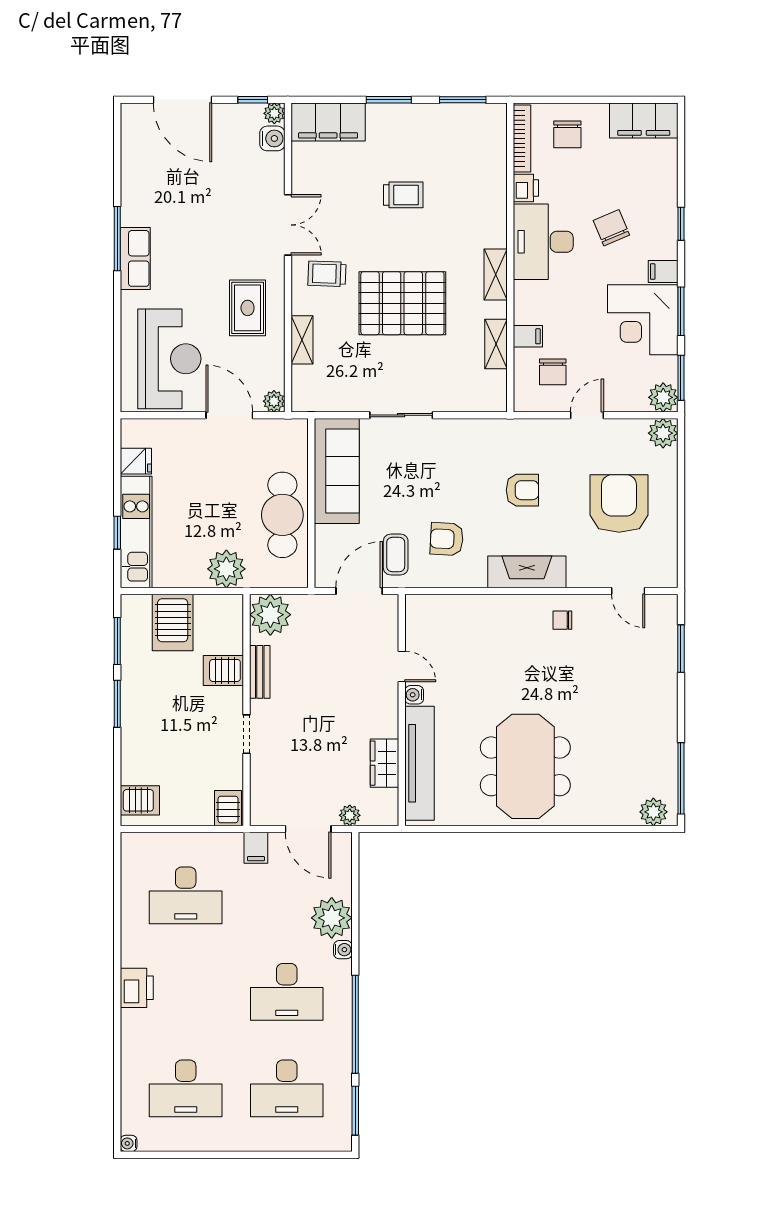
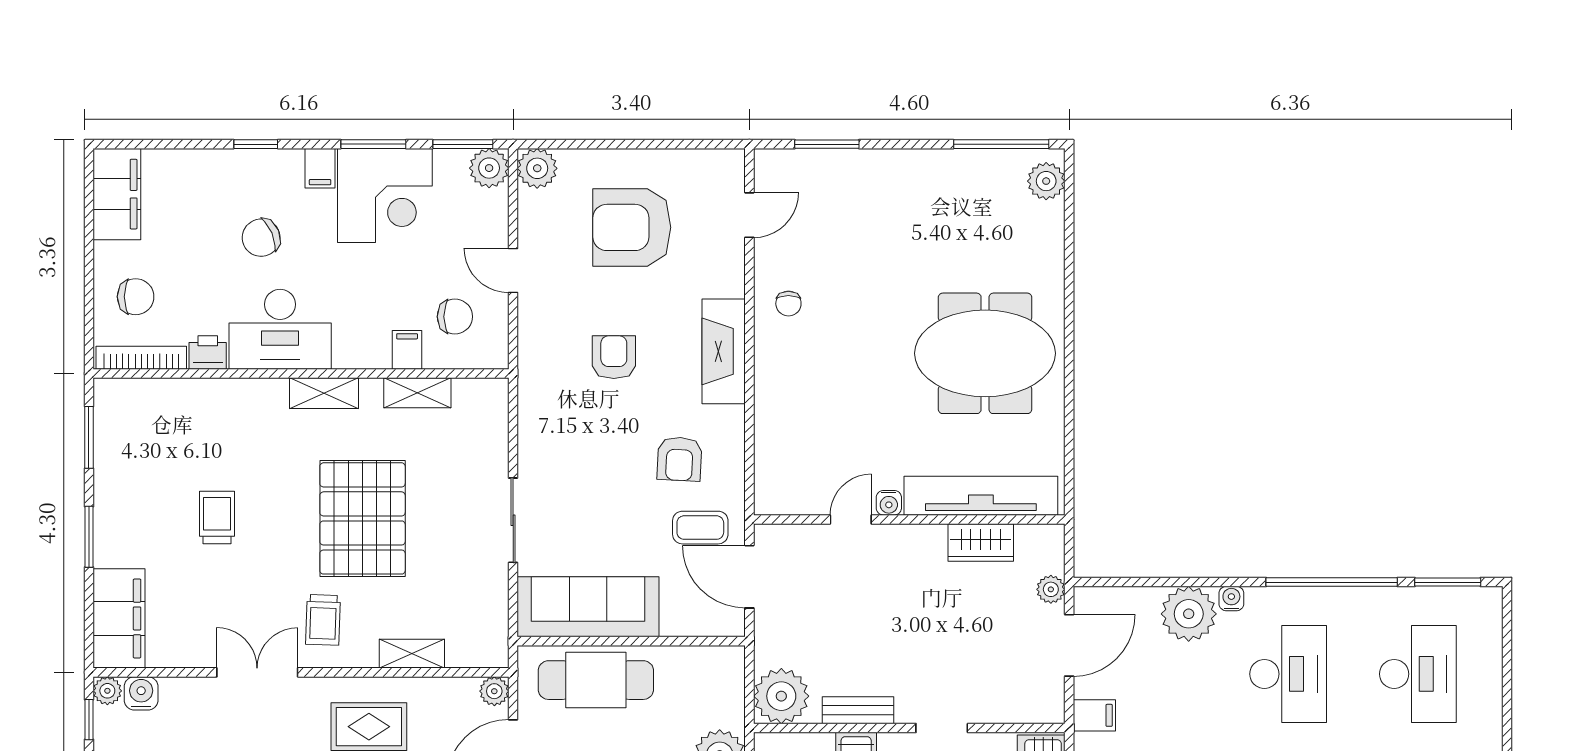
cafe table: (282, 515) -> (596, 680), moved

